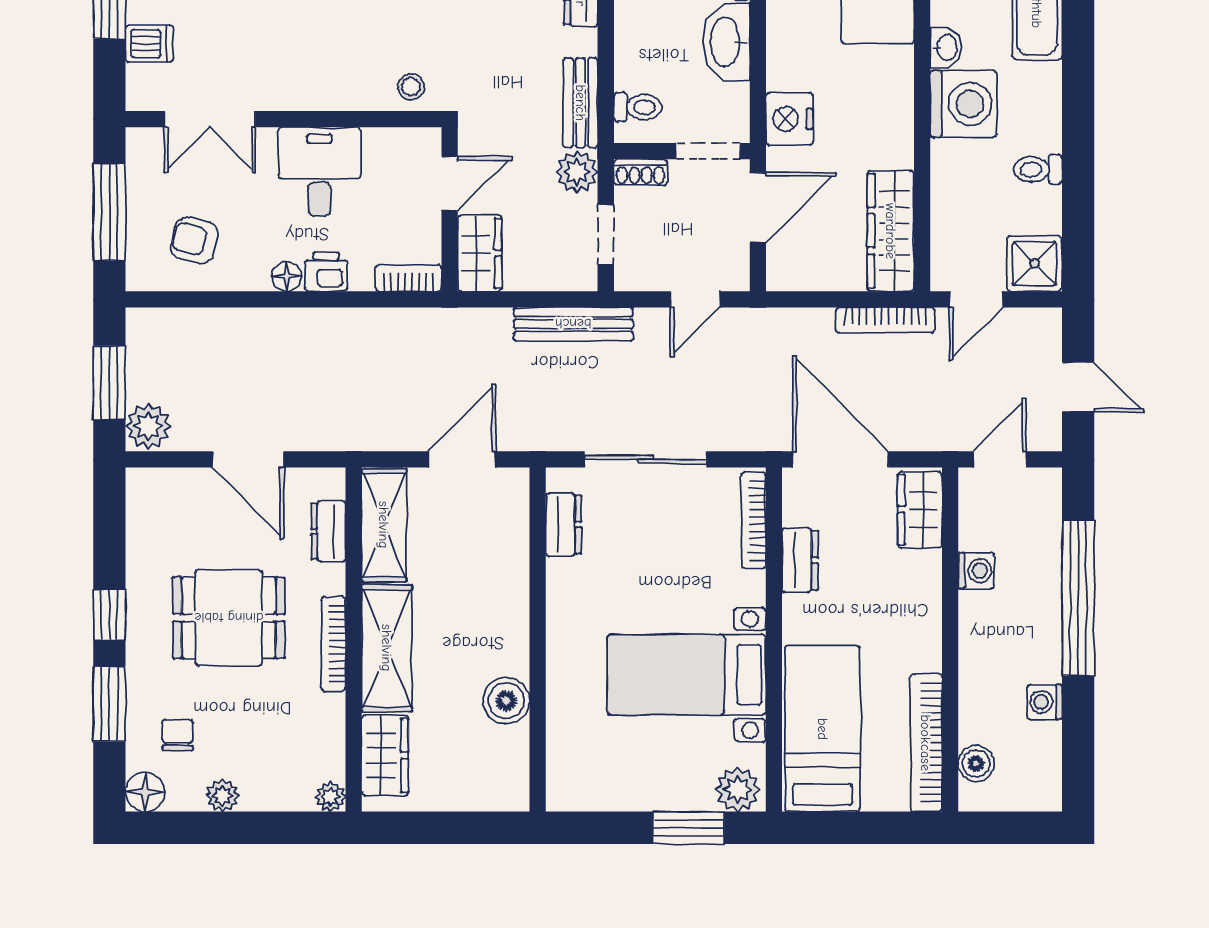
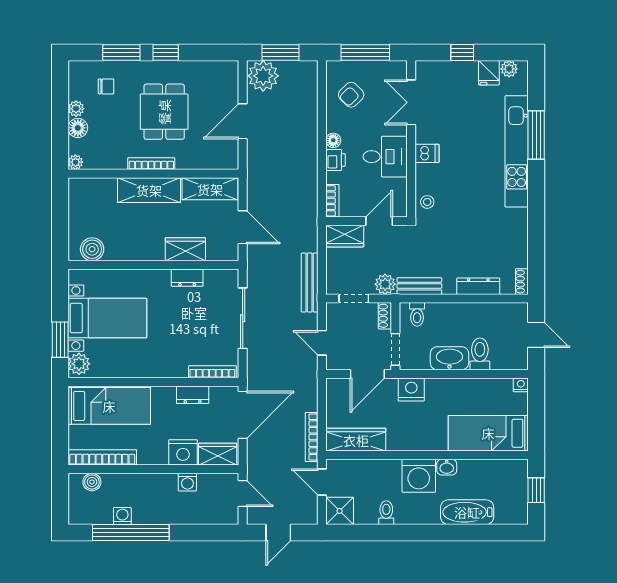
dishwasher: (149, 44) -> (427, 153), moved, turned -90
door: (450, 184) -> (379, 221), swing flipped
door: (758, 207) -> (367, 374), hinge flipped
armchair: (194, 240) -> (351, 95), turned -149
plant: (148, 426) -> (263, 76), width x1.36, depth x1.36
dresser: (564, 525) -> (187, 278), moved
dresser: (328, 531) -> (207, 161), removed
nightstand: (916, 580) -> (183, 452), added
window: (1078, 598) -> (131, 533), moved
bed with nightstands: (687, 675) -> (107, 318), moved, turned 90
boiler: (506, 701) -> (92, 249), moved
wardrobe: (385, 755) -> (185, 249), moved, turned 180
floor lamp: (145, 792) -> (78, 128), moved

